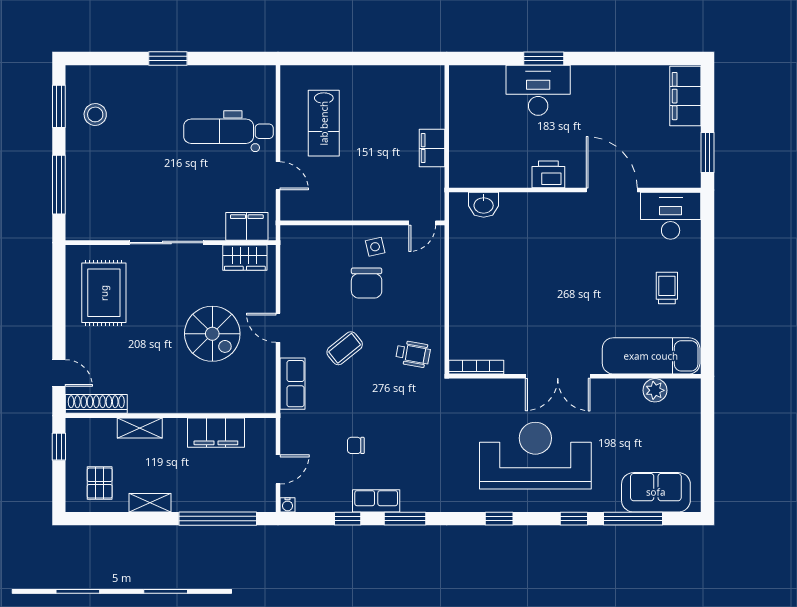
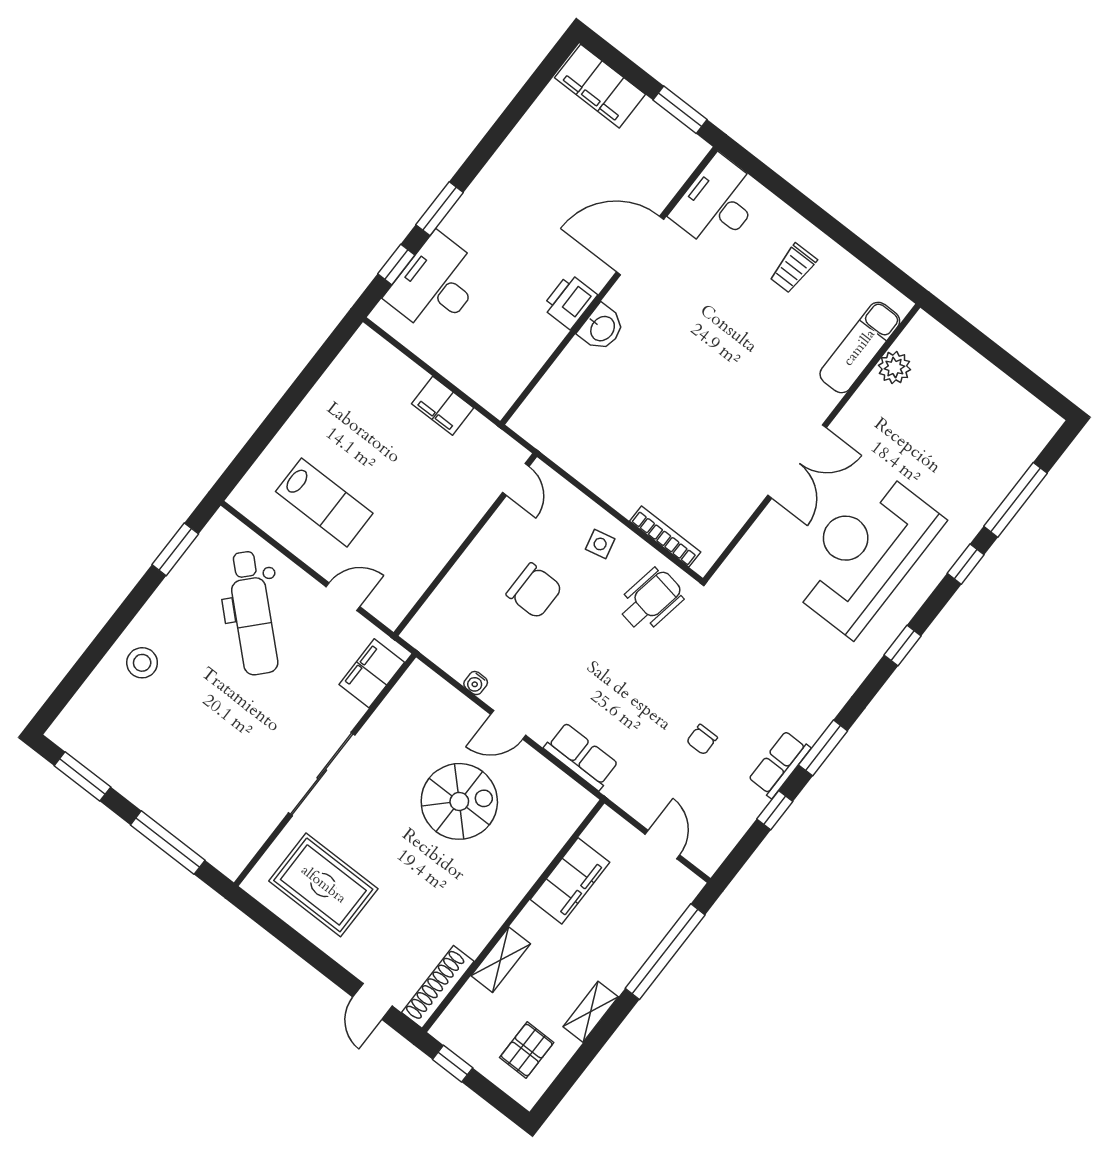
window: (168, 59) -> (175, 549), moved
window: (492, 59) -> (396, 264), added
desk: (538, 90) -> (436, 285), moved
stool: (95, 114) -> (142, 663), moved
dental chair: (228, 131) -> (253, 613), turned -47
washbasin: (484, 205) -> (602, 328), moved
side table: (375, 247) -> (600, 544), moved
wardrobe: (245, 258) -> (404, 702), removed
trolley: (667, 288) -> (793, 268), turned -90
coffee table: (345, 348) -> (587, 670), removed
wheelchair: (413, 354) -> (651, 600), width x1.36, depth x1.37
exam couch: (651, 356) -> (860, 348), width x0.73, depth x0.69
bookcase: (476, 367) -> (665, 537), moved, turned 90
door: (59, 373) -> (373, 1001), swing flipped
pallet: (100, 483) -> (527, 1050), turned 90
sofa: (656, 492) -> (1006, 453), removed
water cooler: (288, 505) -> (476, 683), moved, turned 90

